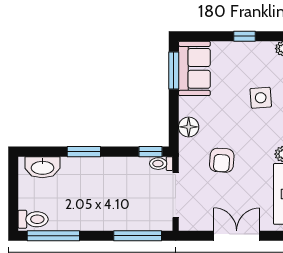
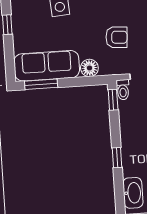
sofa: (194, 68) -> (47, 66), width x1.36
window: (84, 152) -> (117, 158), width x0.67

